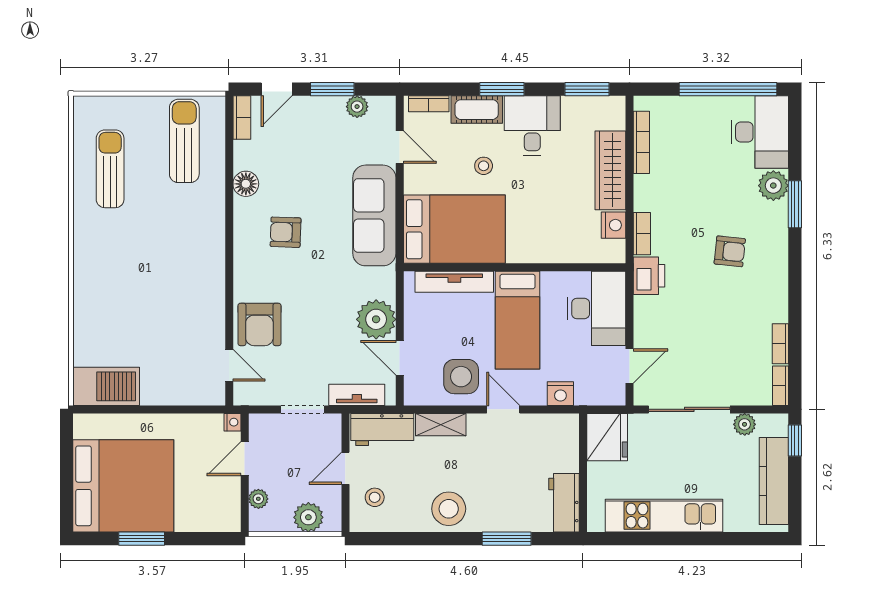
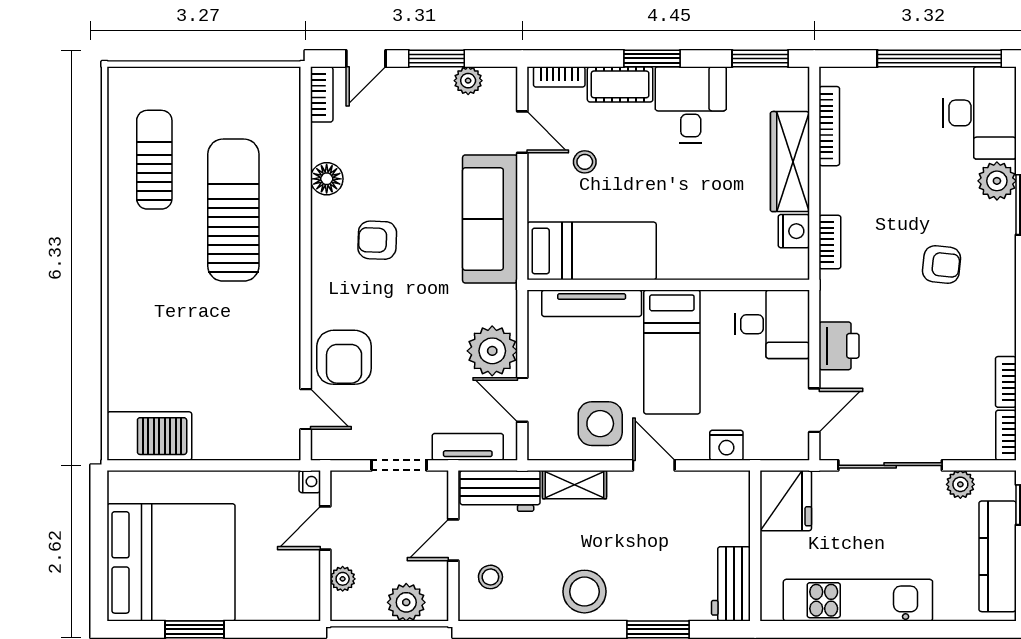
sun lounger: (184, 141) -> (233, 210), moved, width x1.36, depth x1.34
stool: (484, 166) -> (585, 162), moved
bed: (454, 229) -> (592, 251), width x0.67
printer: (649, 276) -> (839, 346), moved
desk: (596, 308) -> (772, 324), width x0.73

